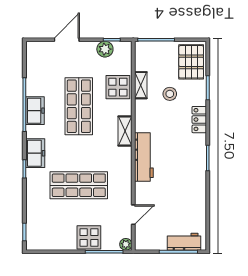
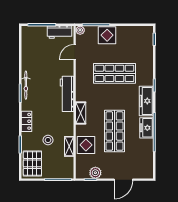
freezer: (35, 153) -> (146, 101), width x1.40
bicycle: (200, 169) -> (26, 85), added
workbench: (184, 242) -> (60, 32), moved

